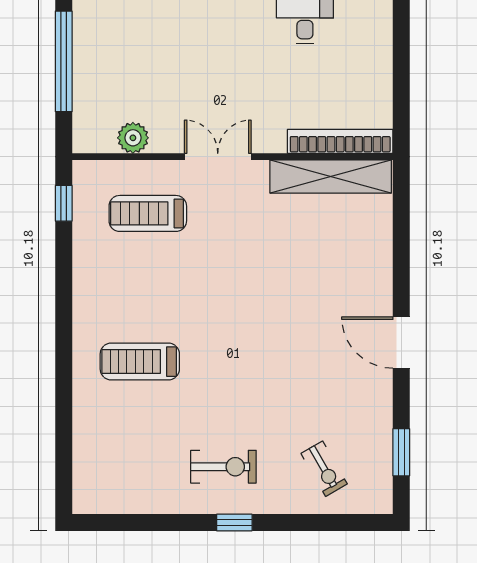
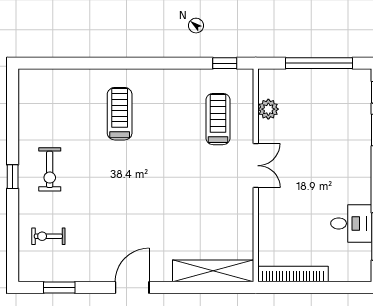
bookcase: (340, 141) -> (293, 274), moved, turned -90
shelving: (331, 177) -> (213, 271), moved, turned 90
exercise bike: (324, 469) -> (48, 236), turned 30

